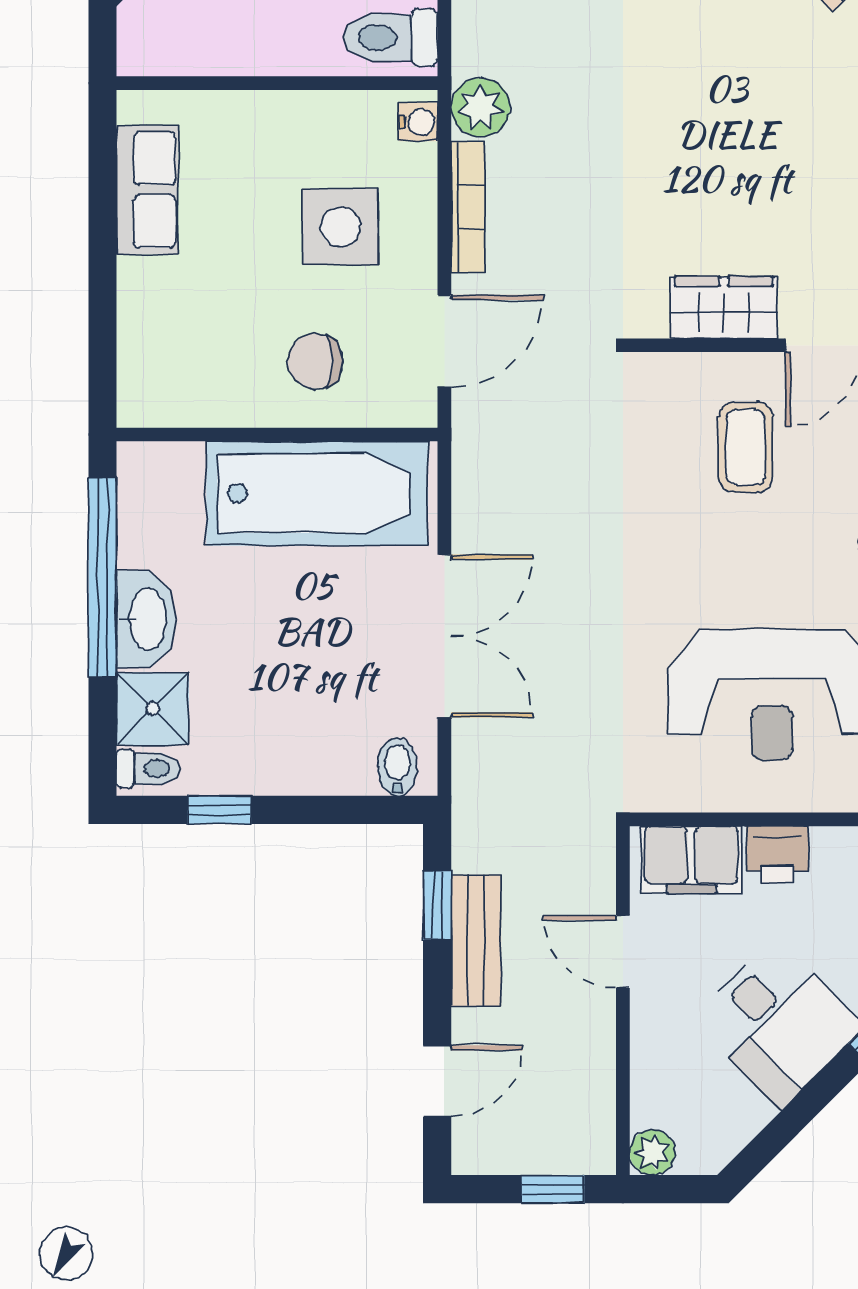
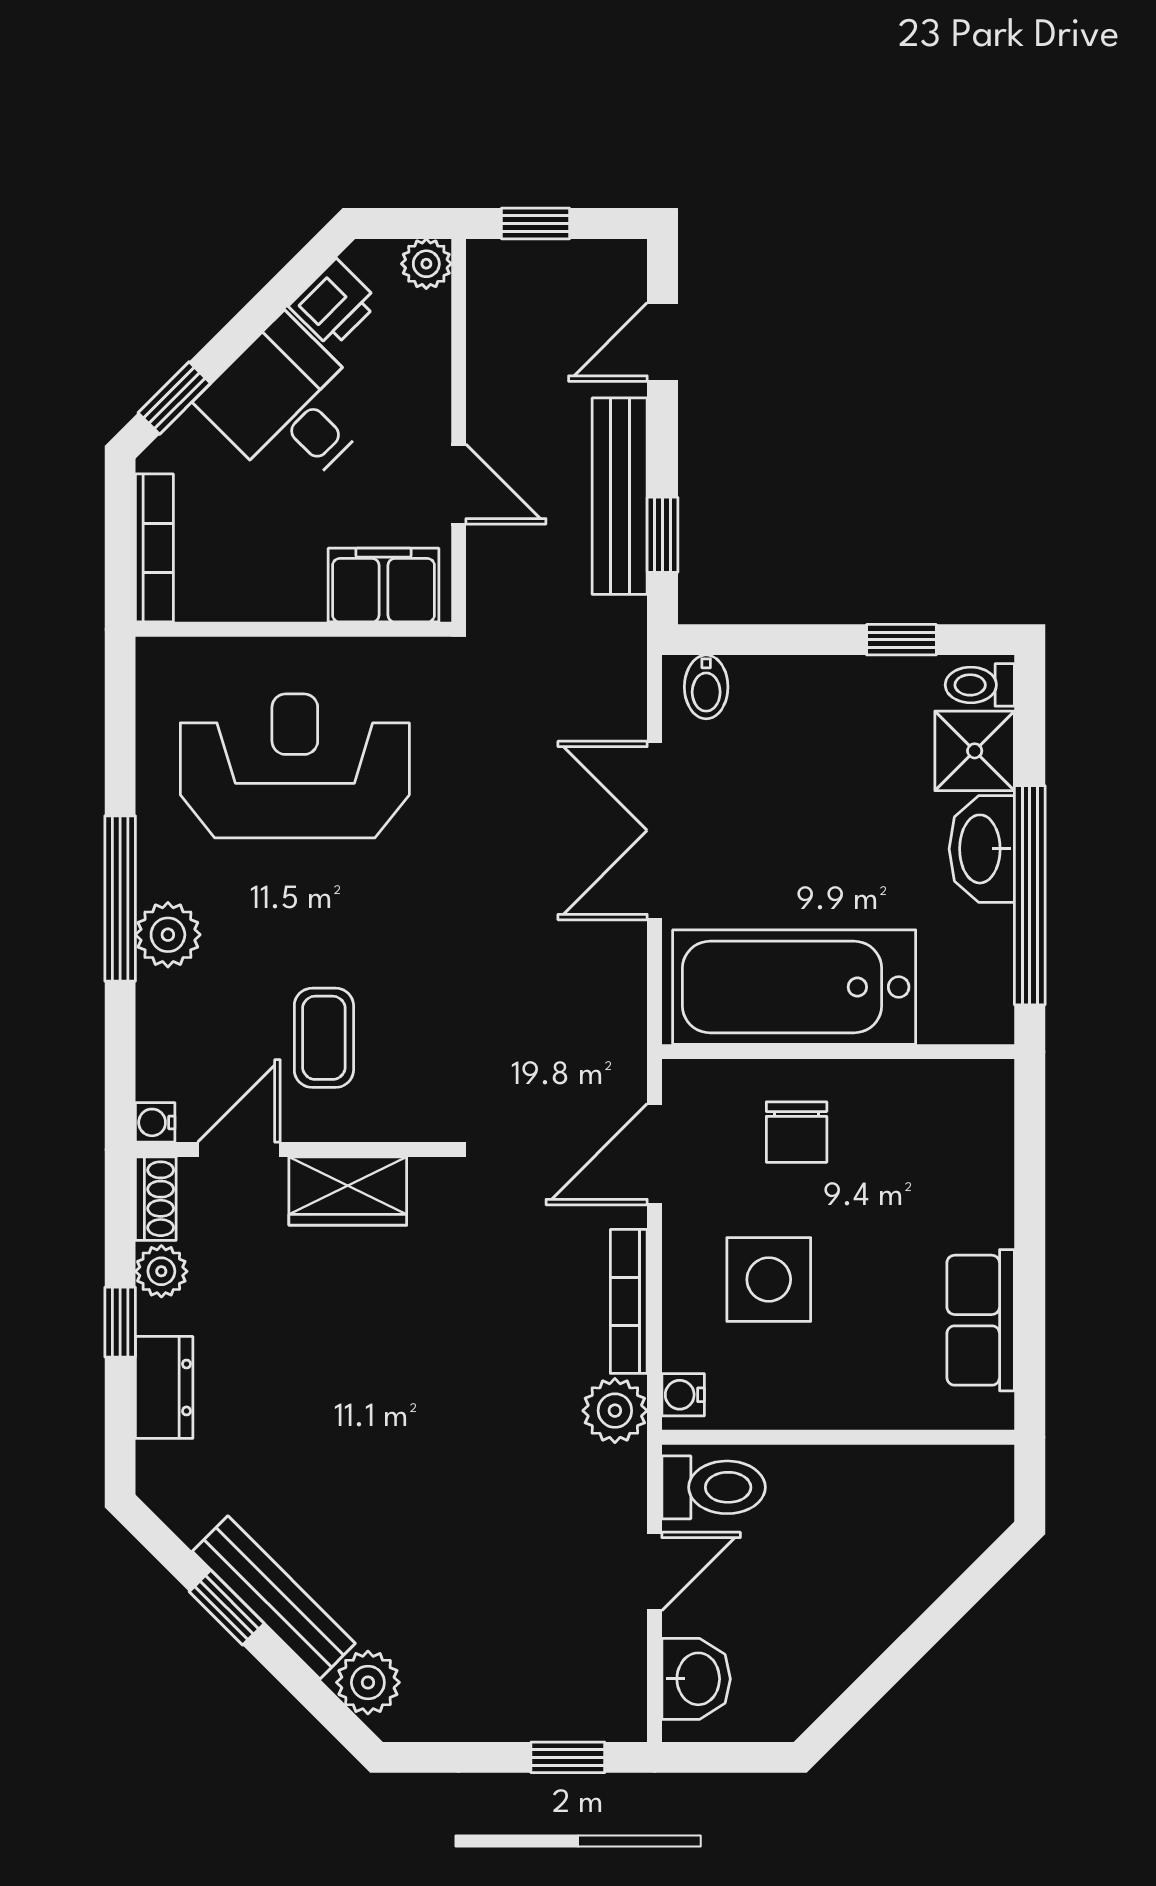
chair: (315, 361) -> (797, 1132), turned 90
printer: (777, 854) -> (334, 304), moved, turned 135
bench: (476, 941) -> (620, 496), width x1.36

